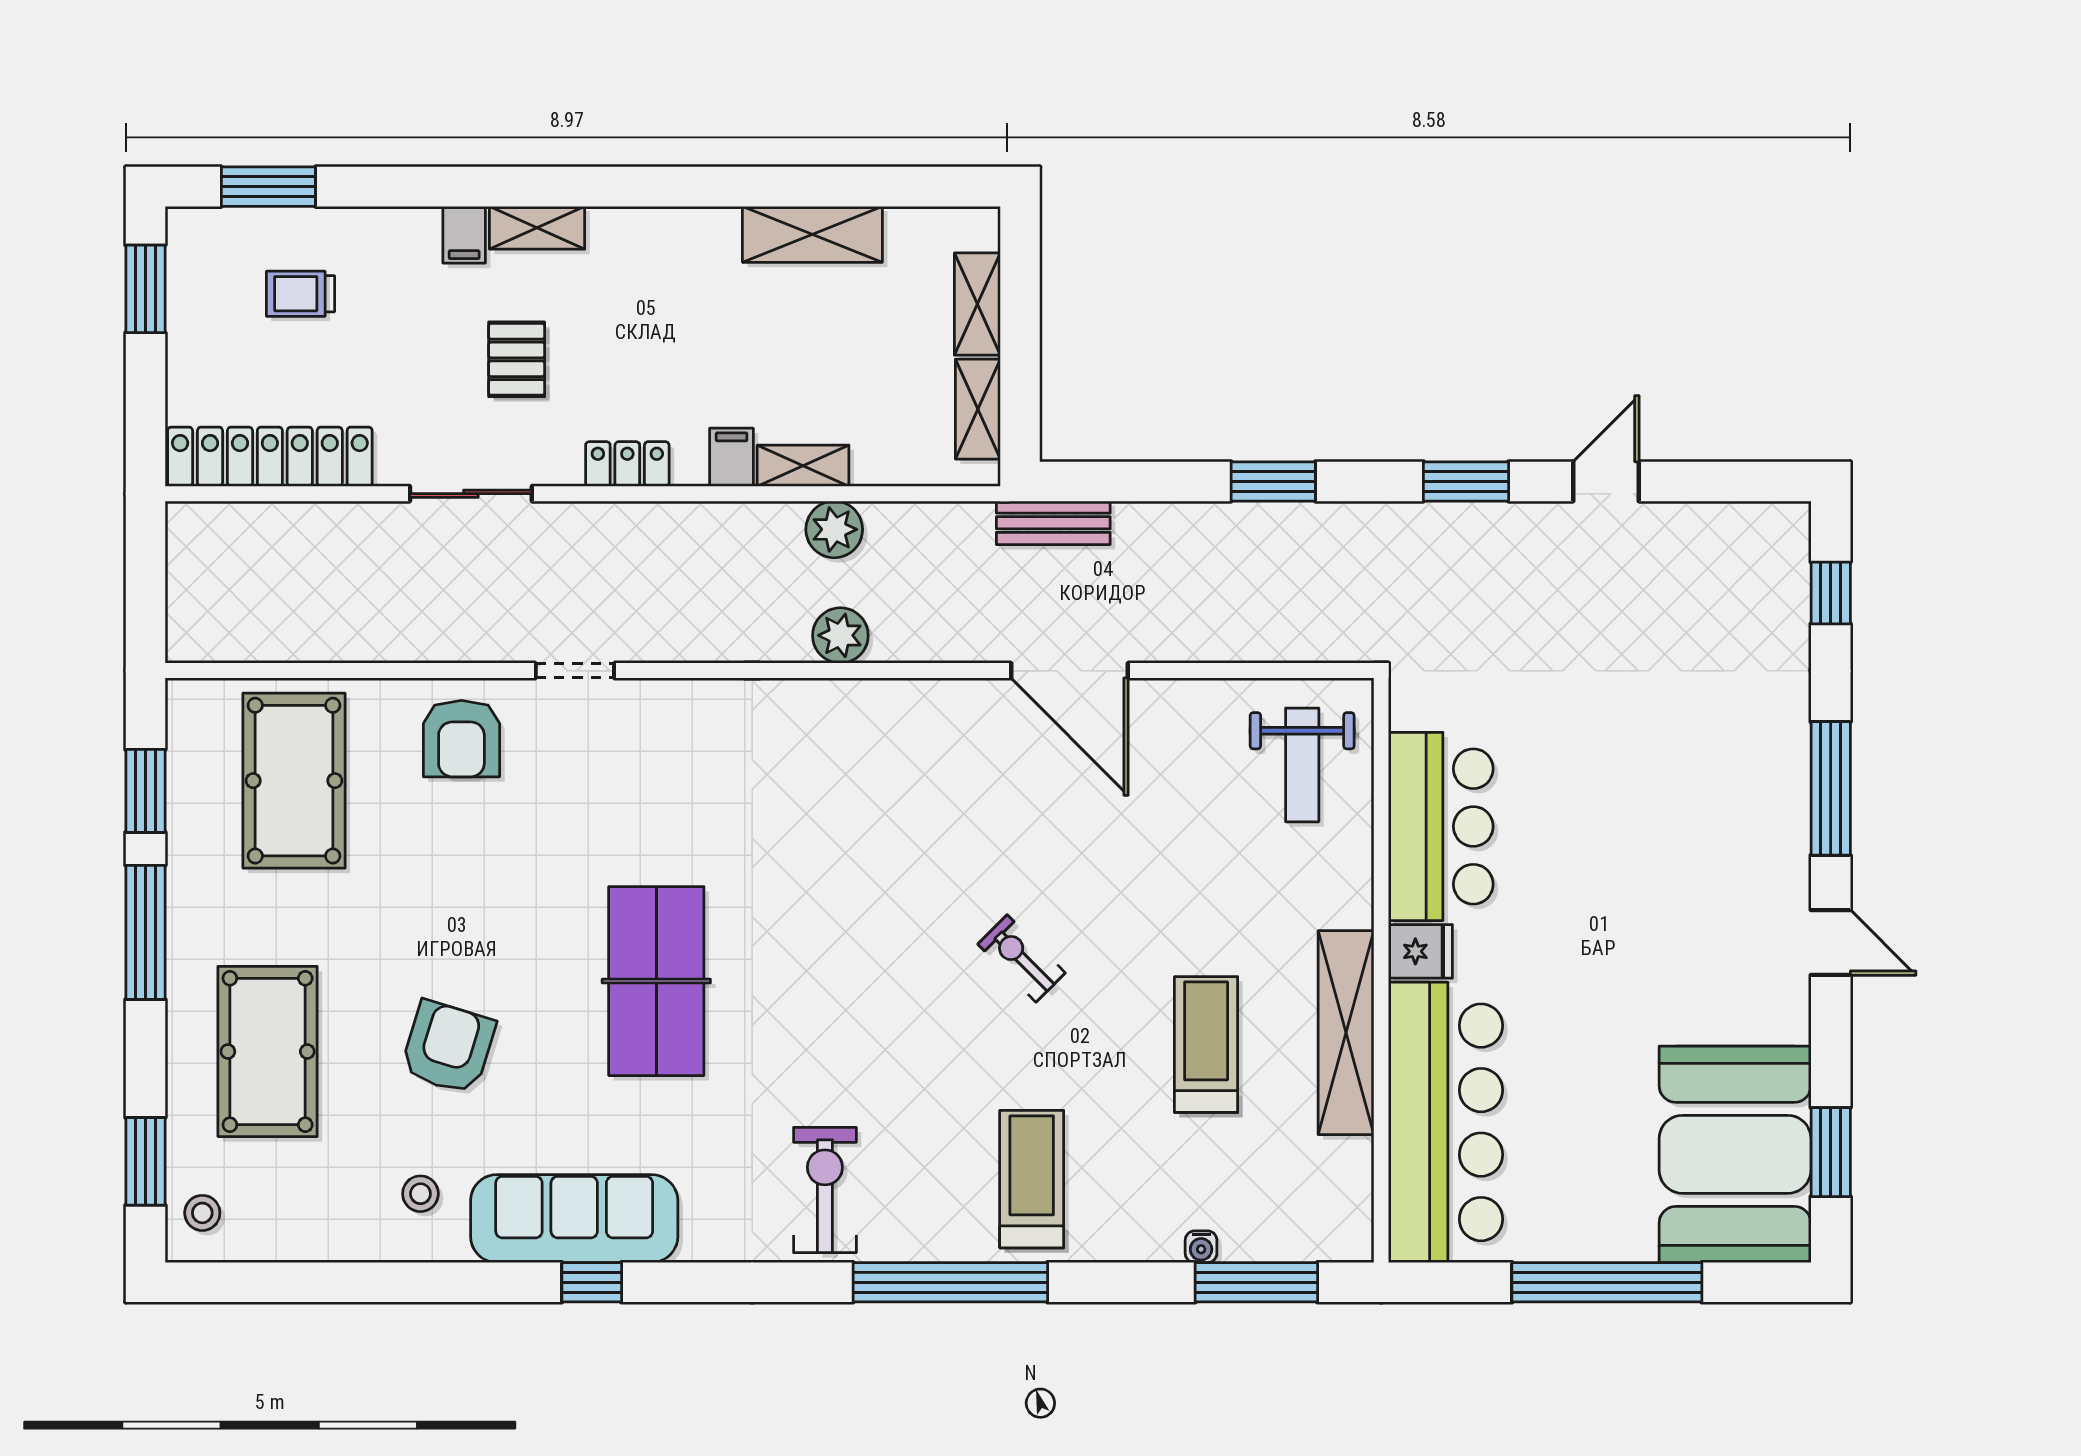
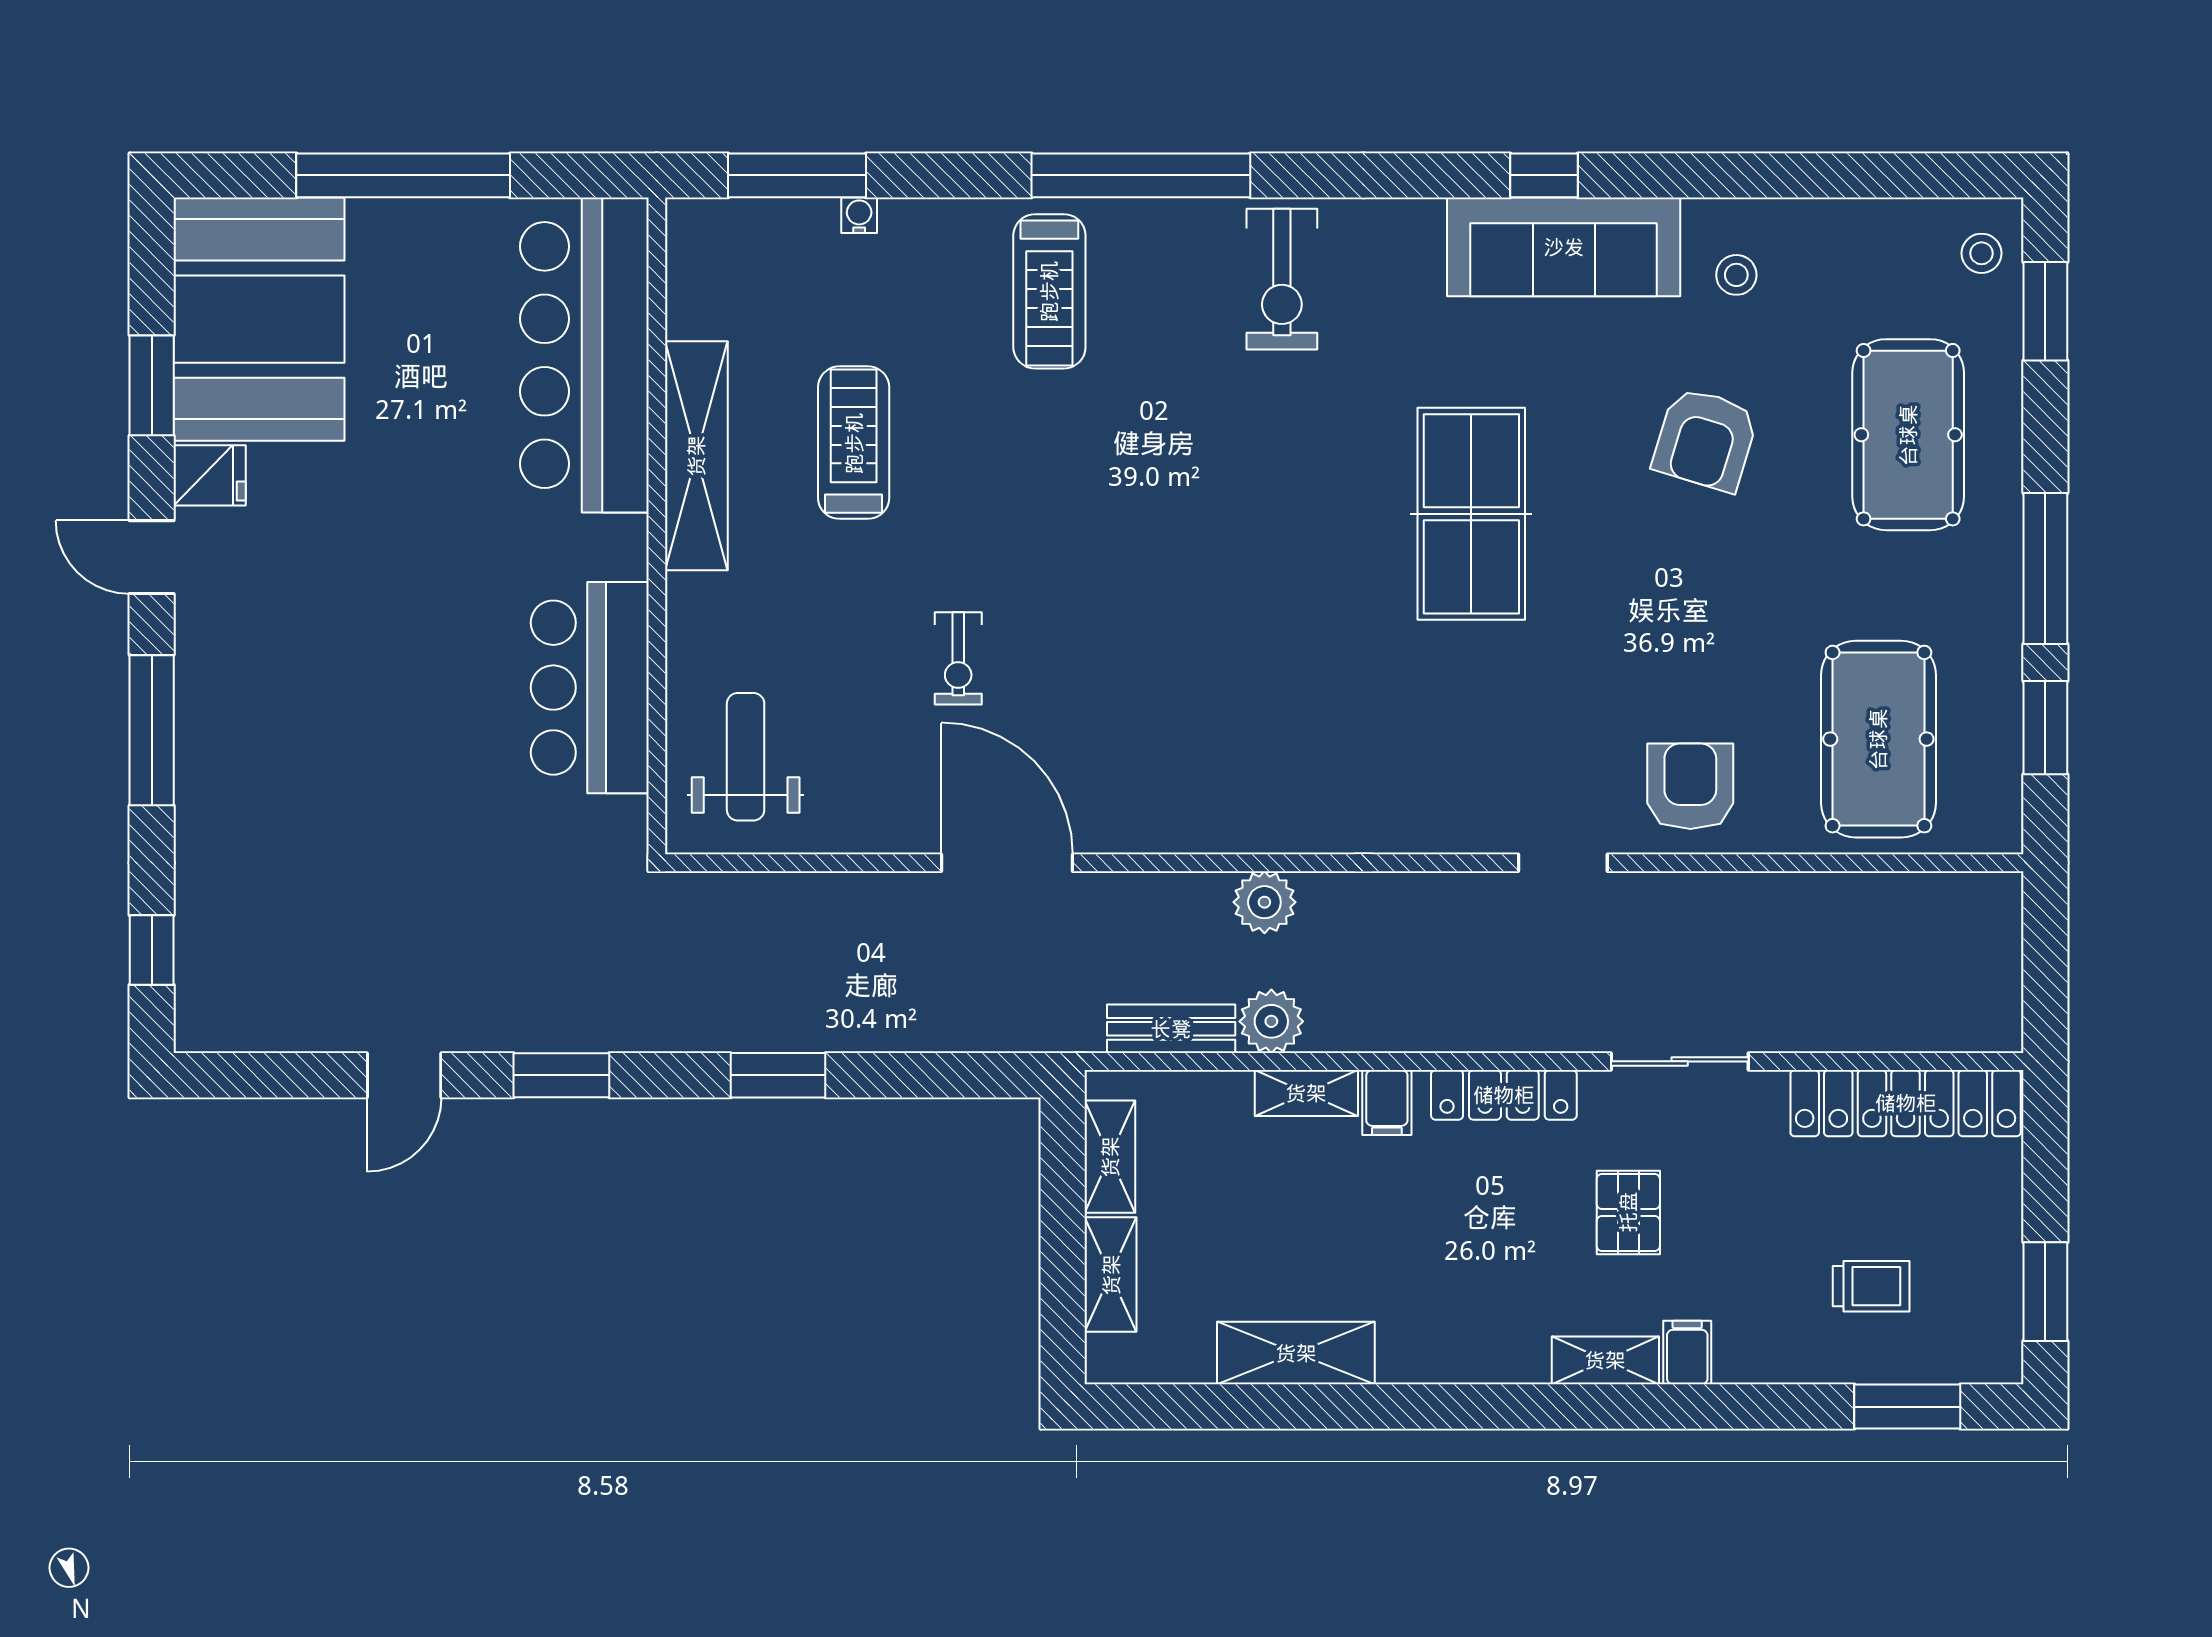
locker: (627, 464) -> (1504, 1095), width x1.53
bench: (1053, 523) -> (1171, 1029), moved
fridge: (1420, 951) -> (210, 475), moved, turned 180
exercise bike: (1022, 958) -> (958, 658), moved, turned 45
treadmill: (1206, 1044) -> (854, 443), turned 180
window: (1831, 1152) -> (152, 385), moved

